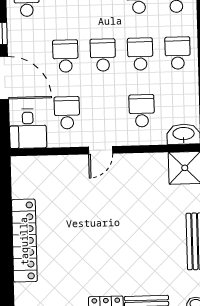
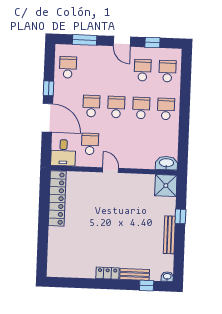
school desk: (142, 111) -> (140, 146), removed
door: (101, 150) -> (111, 170), swing flipped
locker: (24, 241) -> (57, 198), moved

